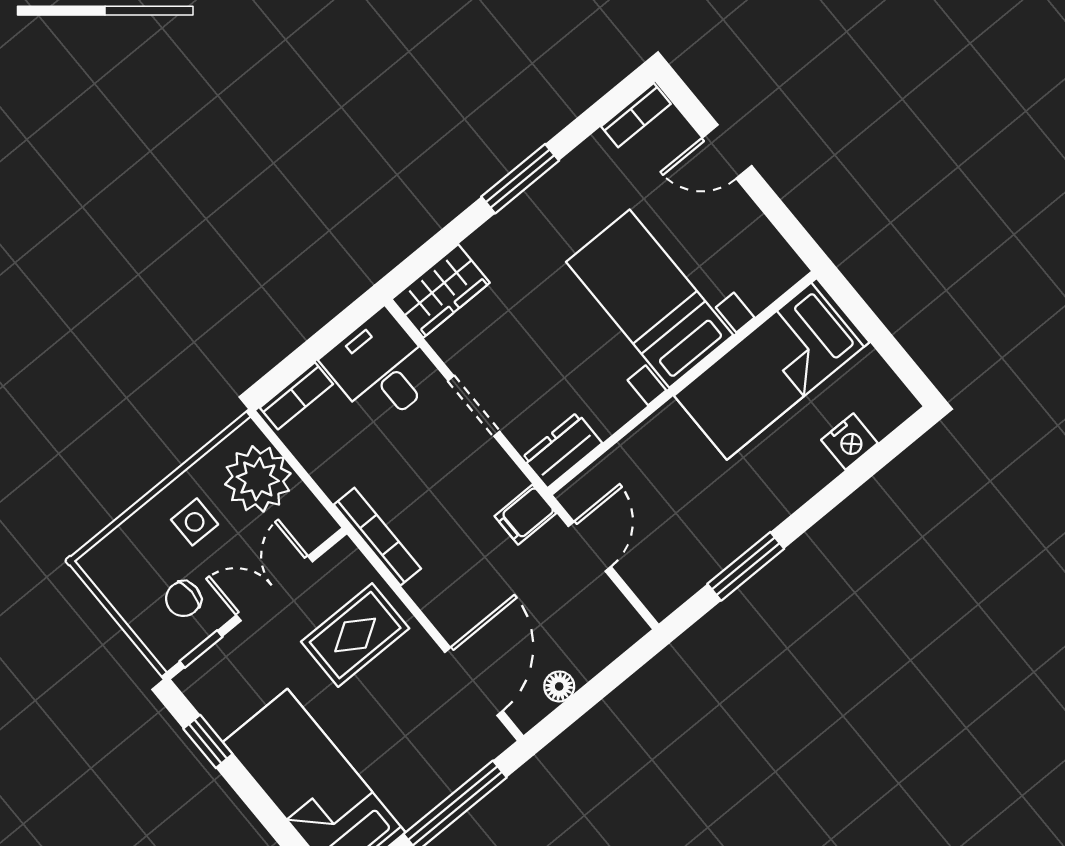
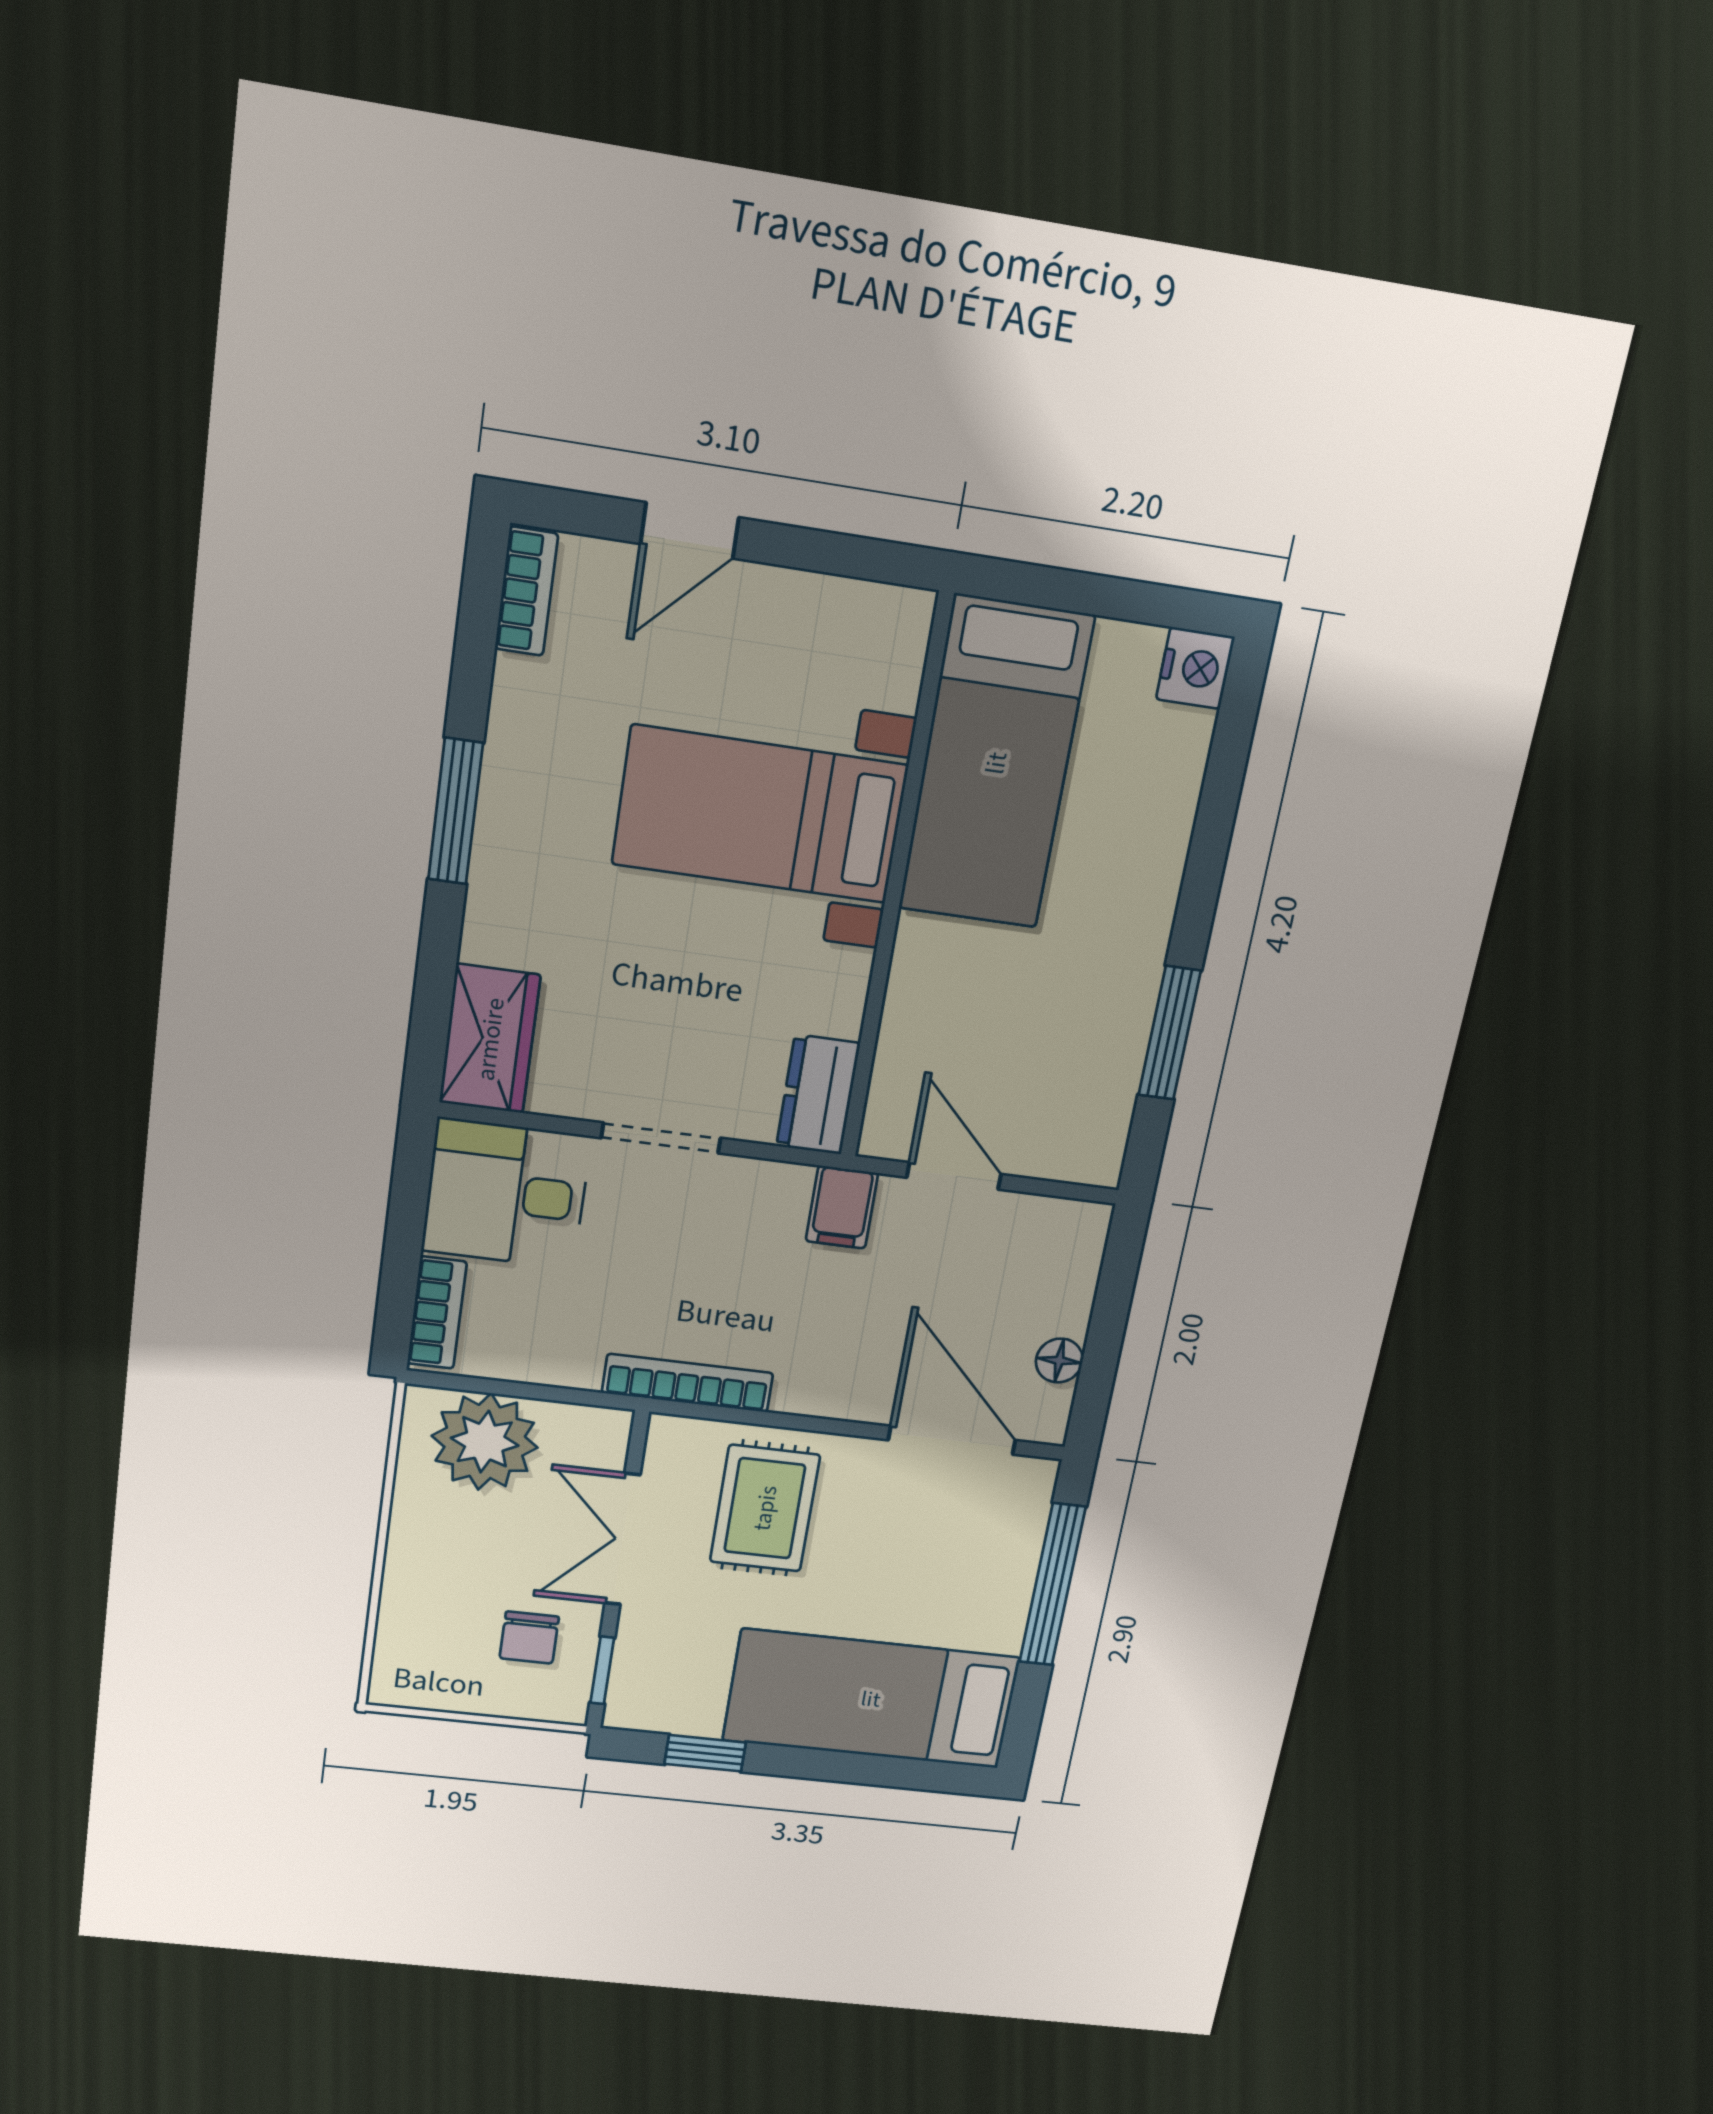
nightstand: (849, 441) -> (1195, 668), moved
side table: (195, 522) -> (459, 1549), removed

